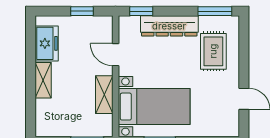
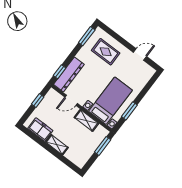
dresser: (169, 26) -> (69, 74), moved

